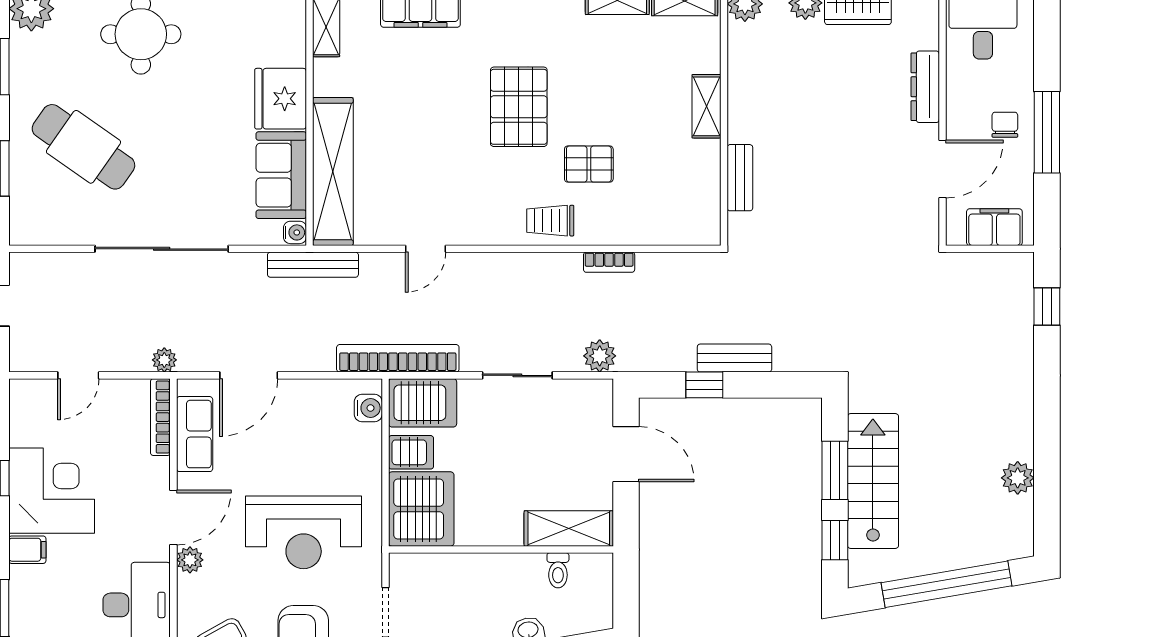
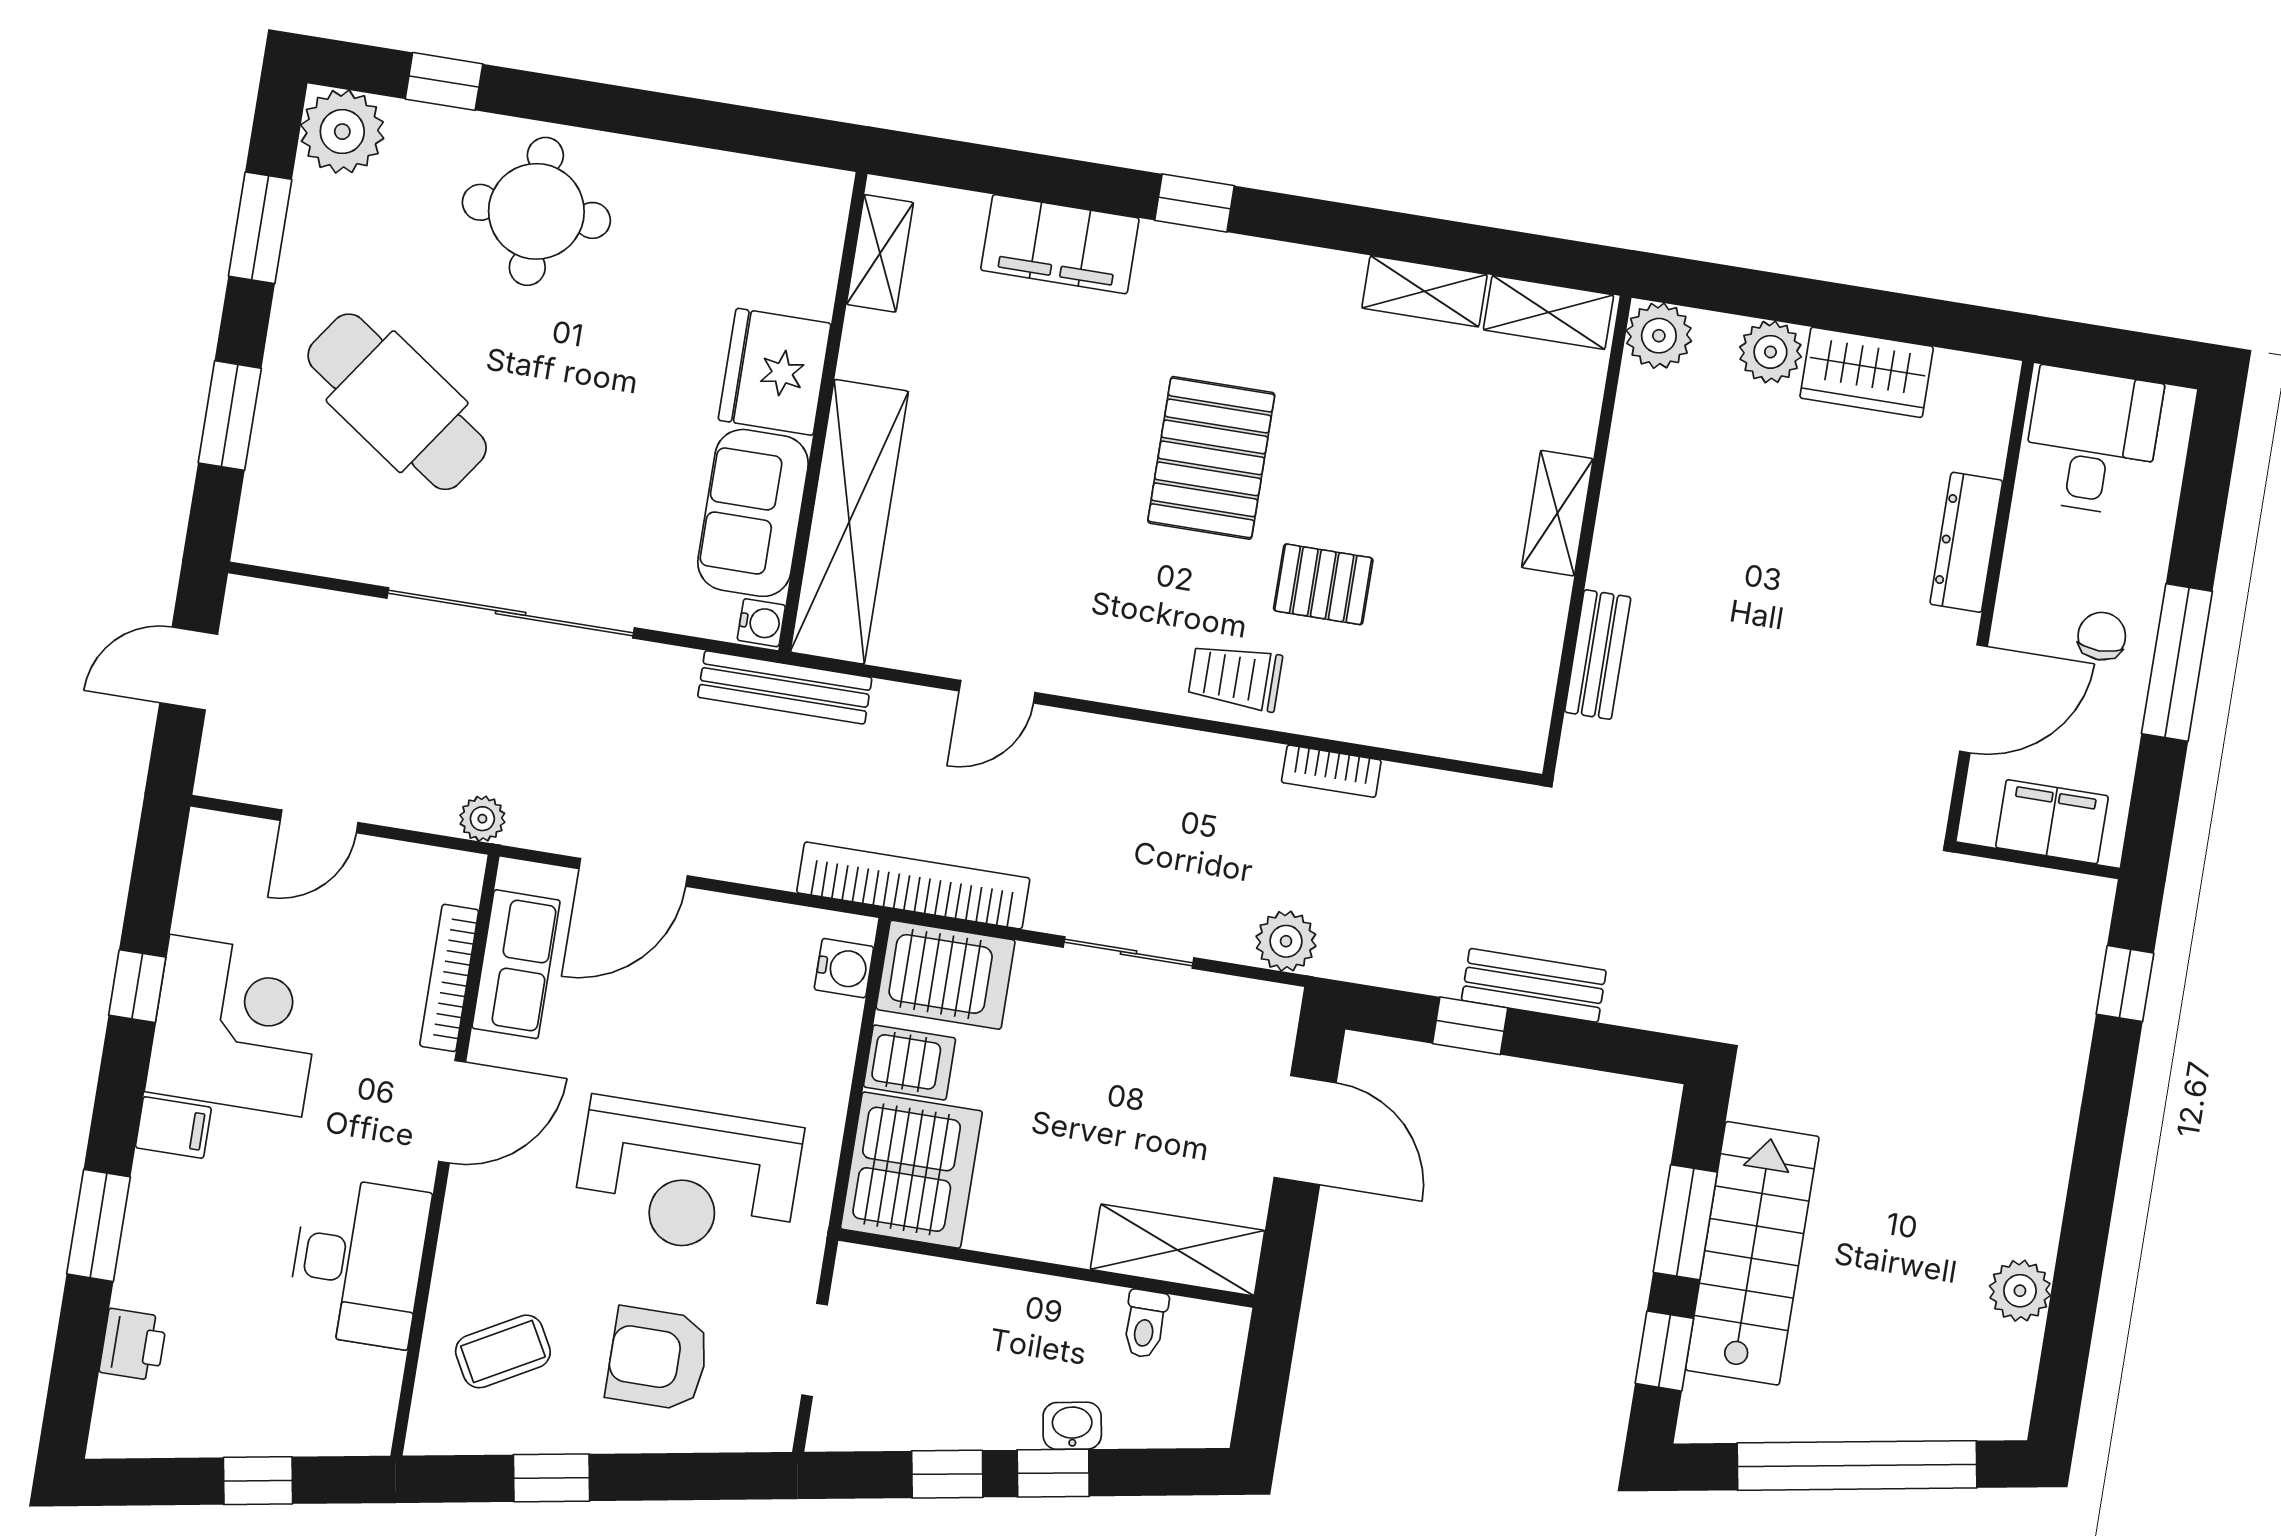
bookcase: (160, 417) -> (449, 978), moved
plant: (190, 560) -> (470, 1195), removed

